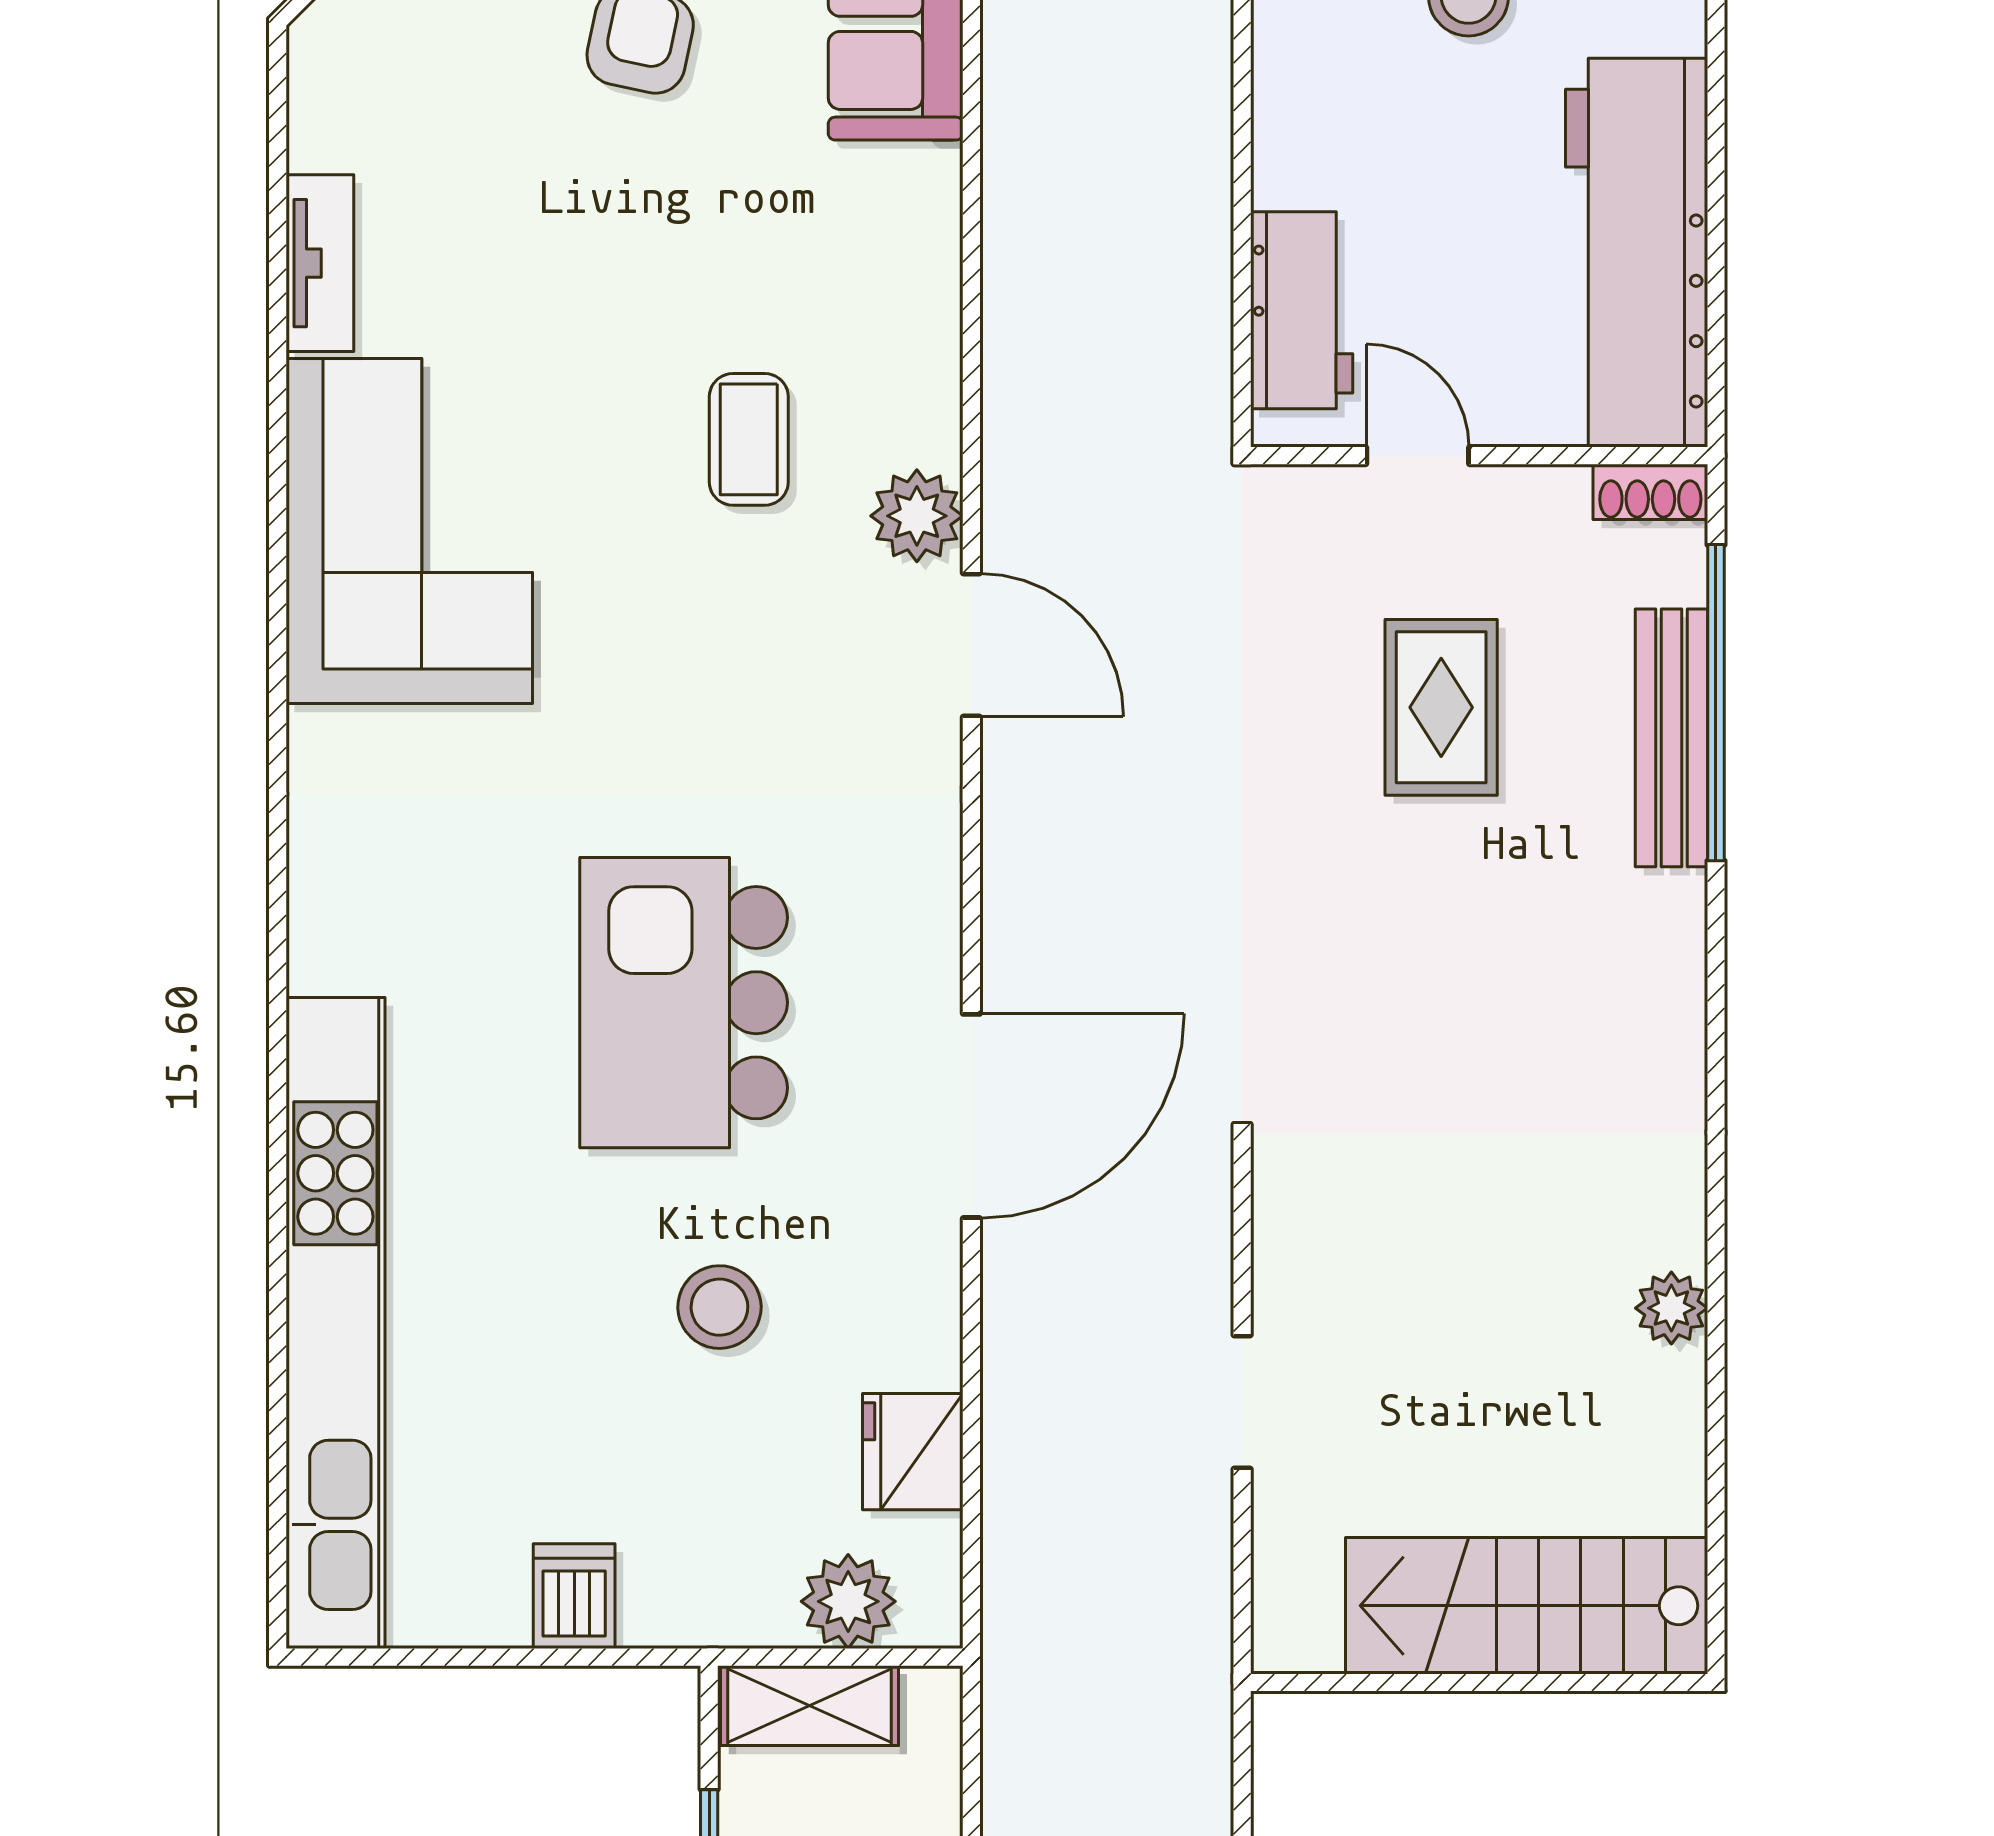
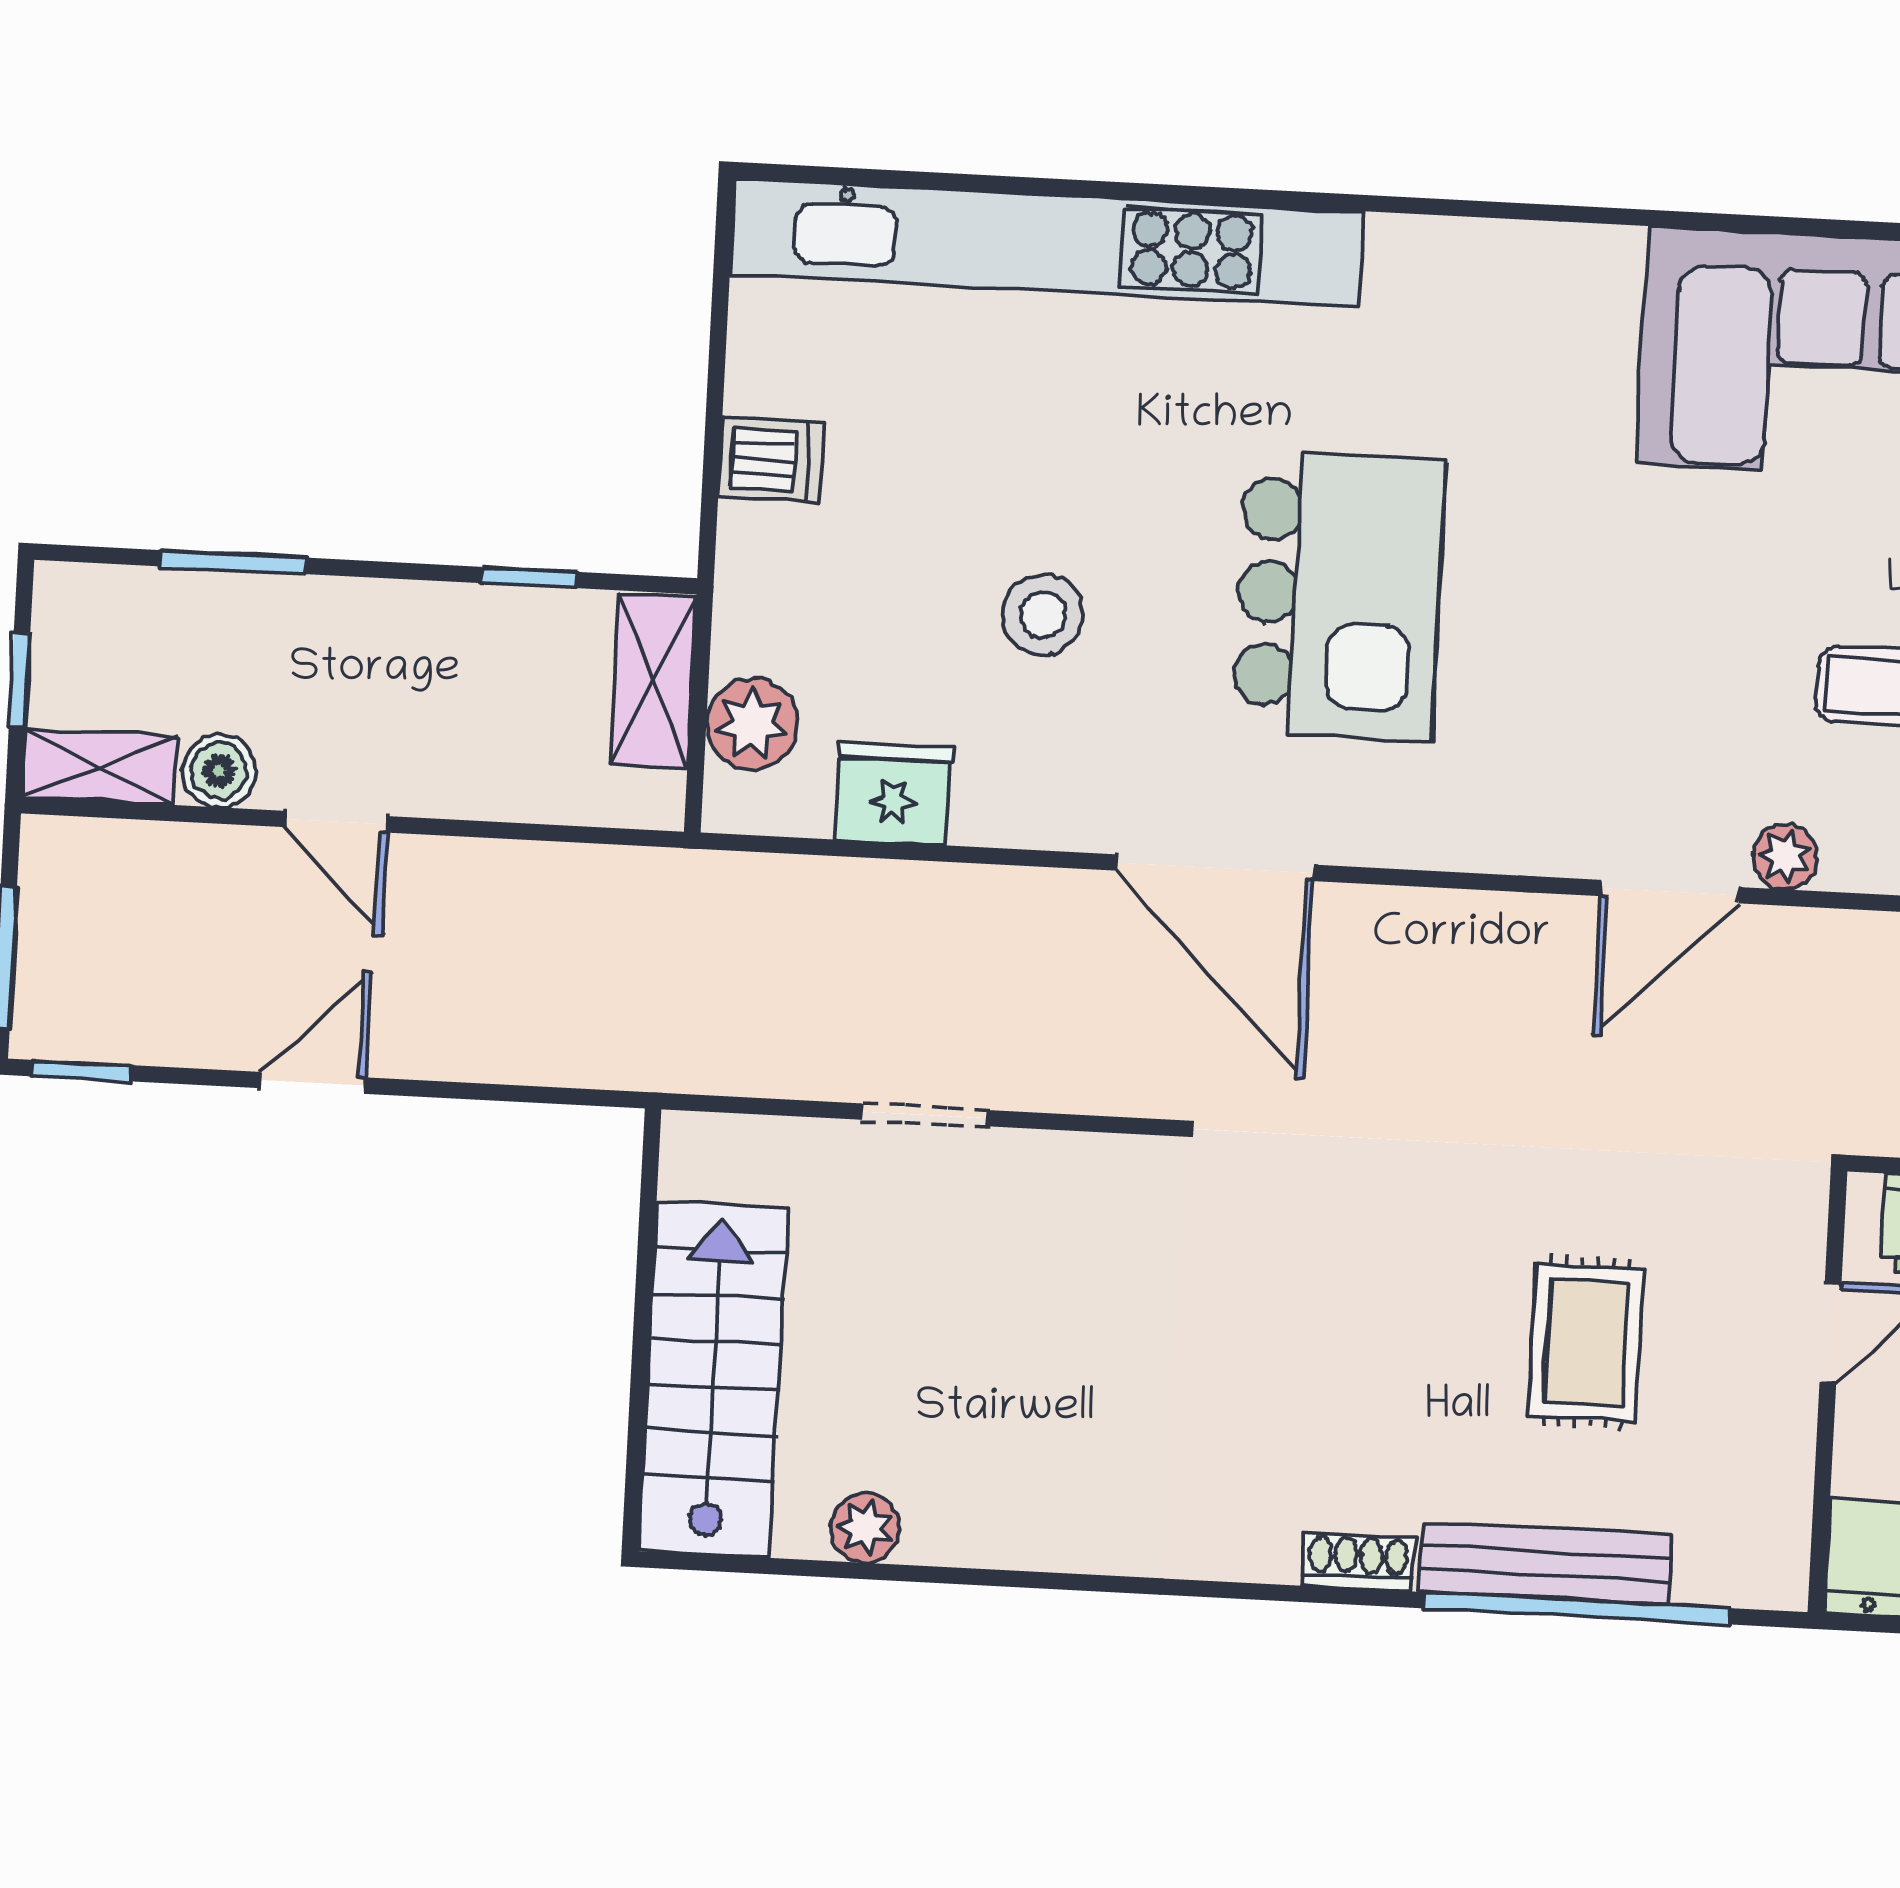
shoe rack: (1650, 492) -> (1358, 1562), moved, turned 90
plant: (917, 516) -> (1785, 857), width x0.73, depth x0.73
rug: (1441, 707) -> (1586, 1342), turned 90
kitchen island: (684, 1003) -> (1339, 595), turned 90
plant: (1671, 1308) -> (865, 1528), moved

